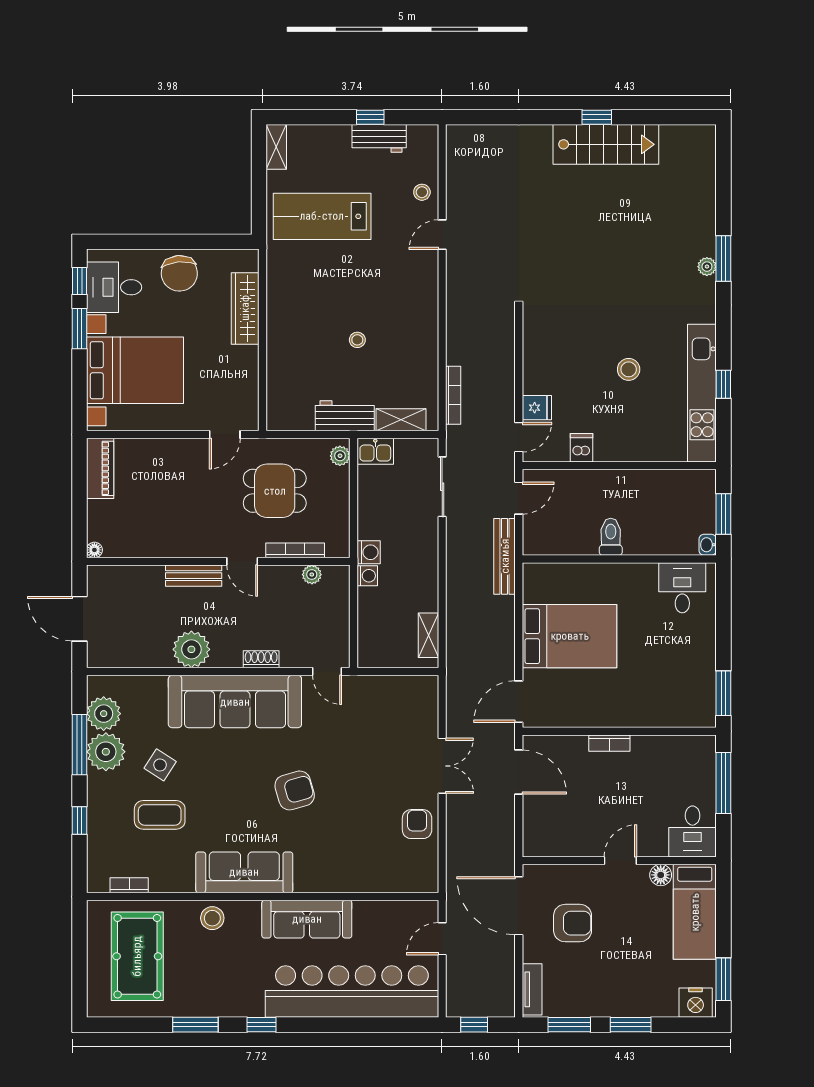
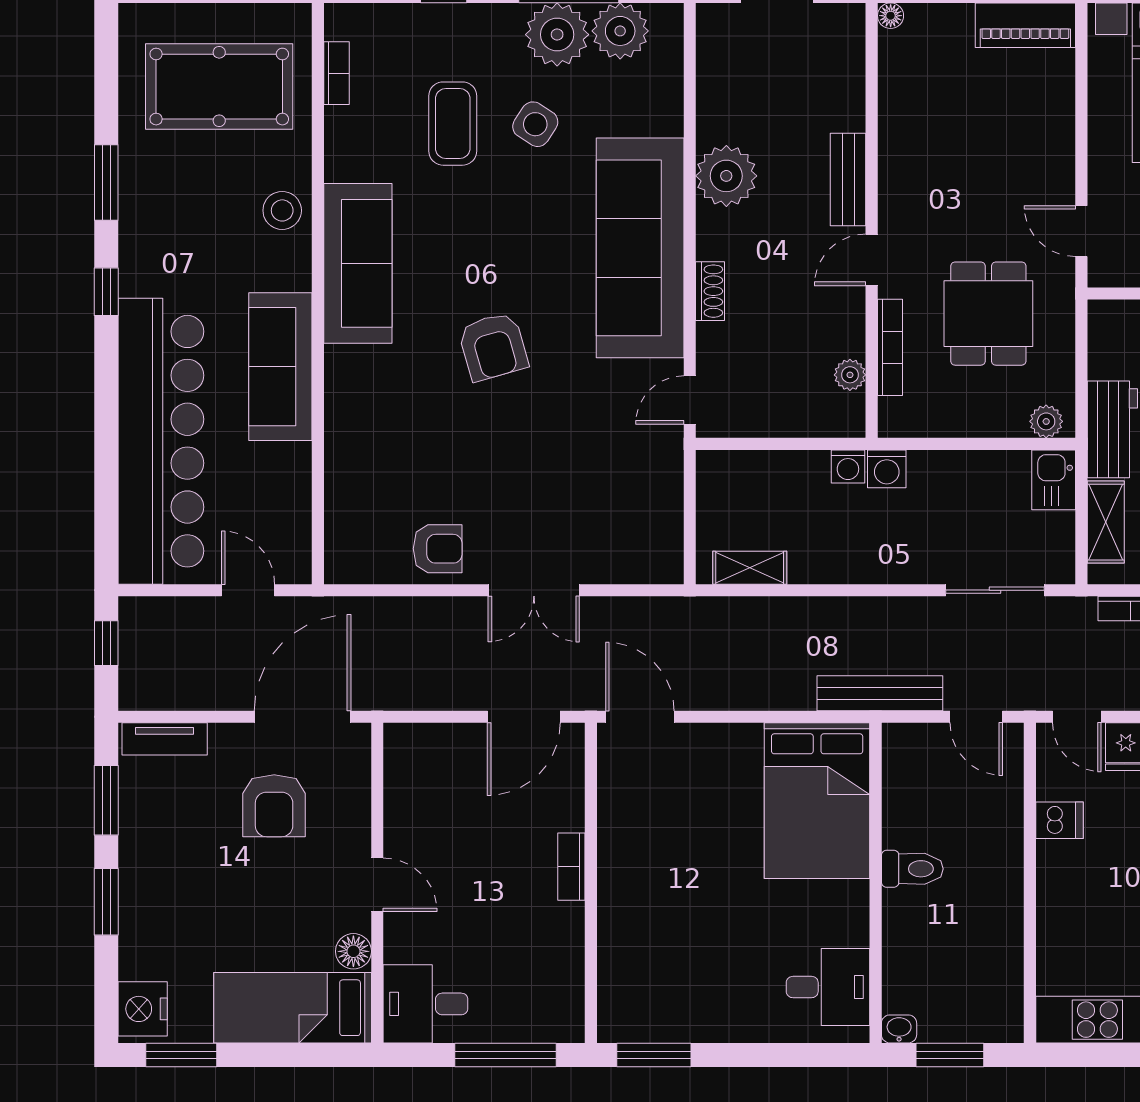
bed: (570, 636) -> (817, 801), moved

